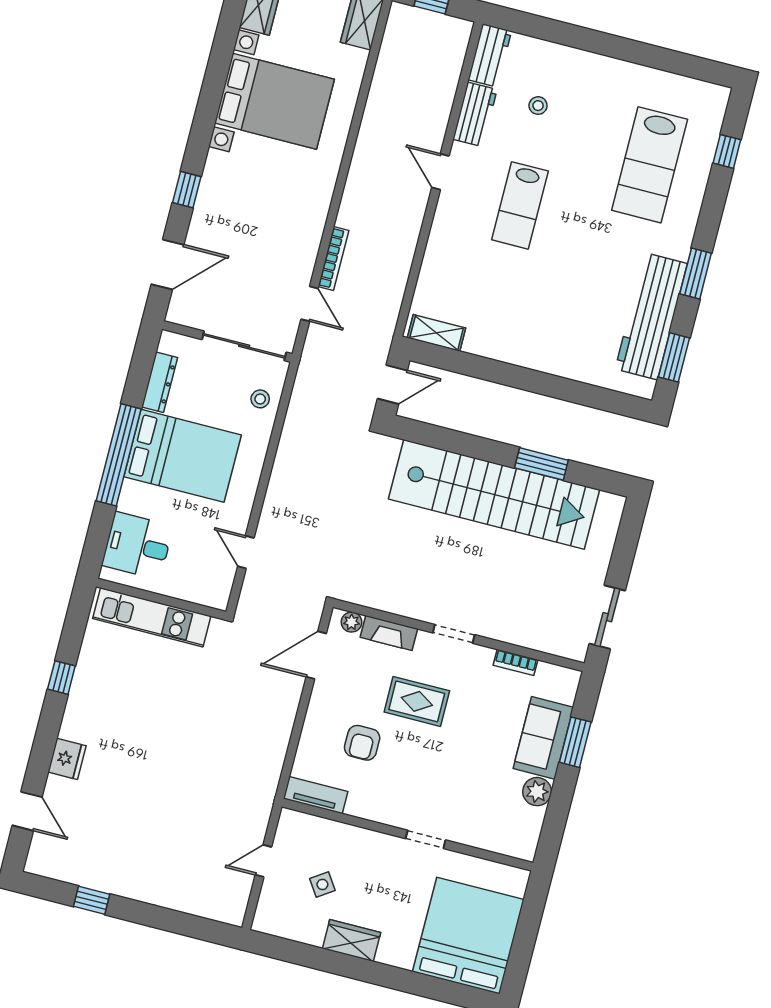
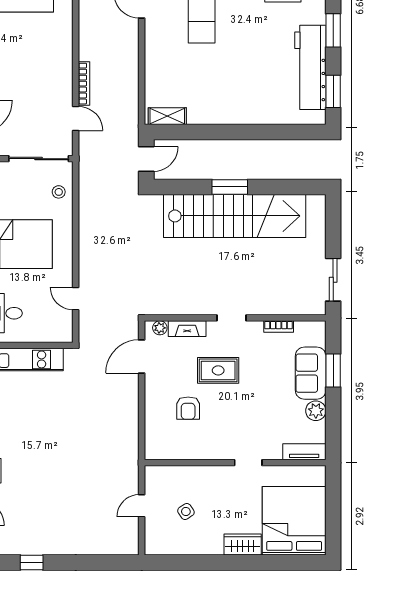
window: (541, 464) -> (230, 187), moved
tv unit: (316, 795) -> (304, 452), moved
wardrobe: (352, 941) -> (243, 545), moved

